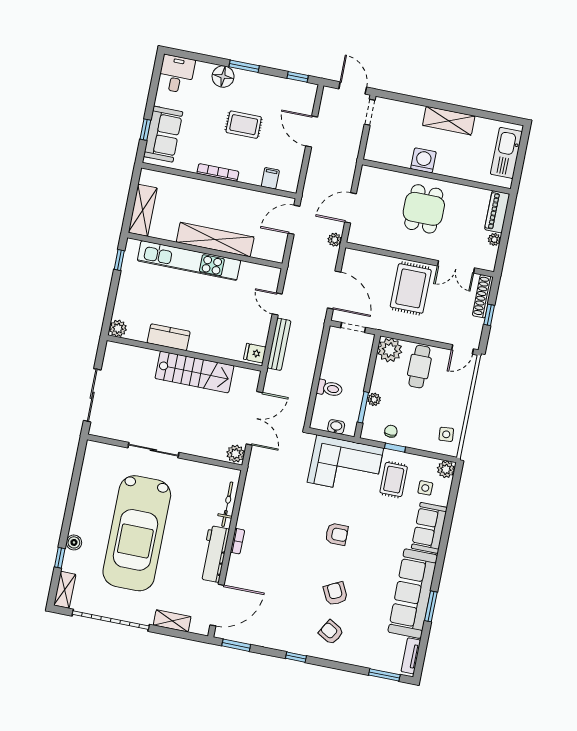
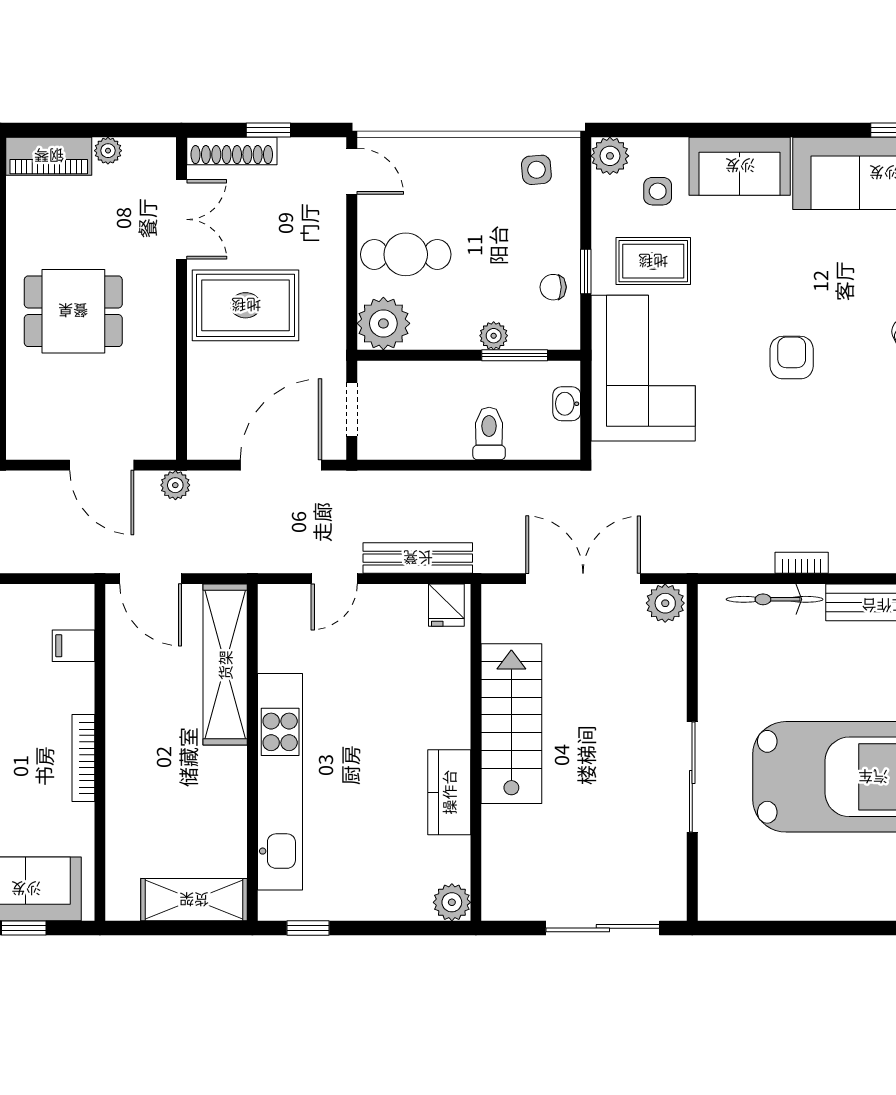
shelving: (215, 240) -> (225, 665), moved
bookcase: (237, 541) -> (802, 563), moved

